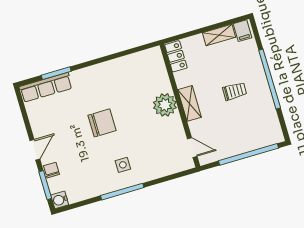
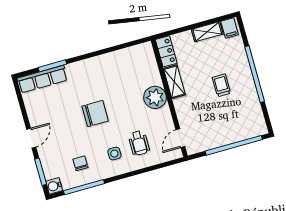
trolley: (235, 91) -> (221, 85), turned -91
shelving: (190, 103) -> (174, 82), moved
door: (192, 148) -> (180, 138), swing flipped
wheelchair: (149, 153) -> (139, 143), added
chair: (52, 170) -> (80, 163), moved
window: (122, 192) -> (84, 187), moved

